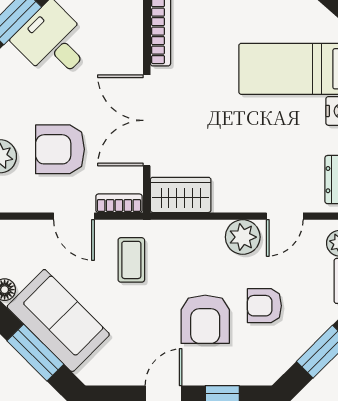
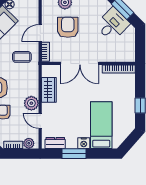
double door: (147, 120) -> (80, 63), swing flipped
wardrobe: (181, 195) -> (49, 90), moved

